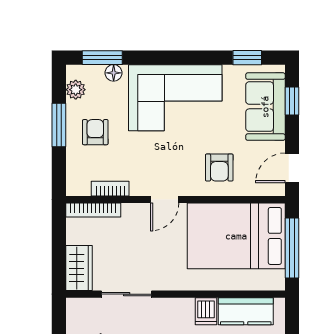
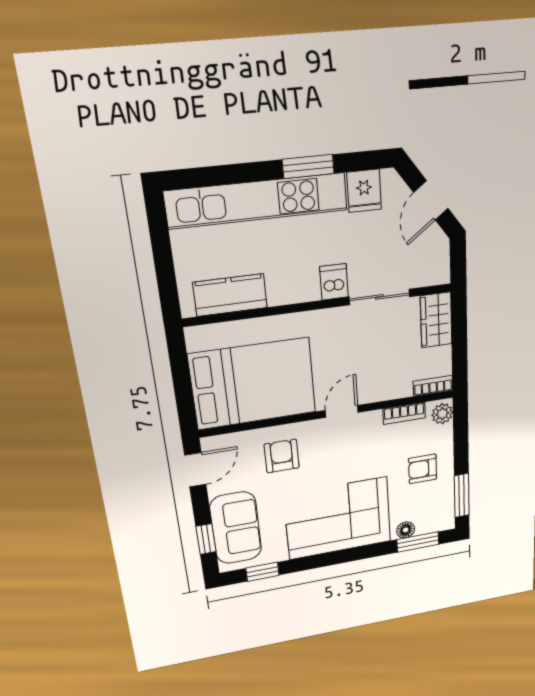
plant: (76, 90) -> (442, 414), moved
window: (59, 125) -> (462, 495), moved
armchair: (95, 132) -> (423, 469), turned 90
bookcase: (93, 210) -> (433, 386), width x0.64
window: (292, 248) -> (182, 380), removed
dishwasher: (206, 311) -> (334, 282), moved

